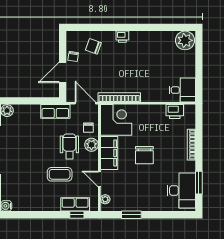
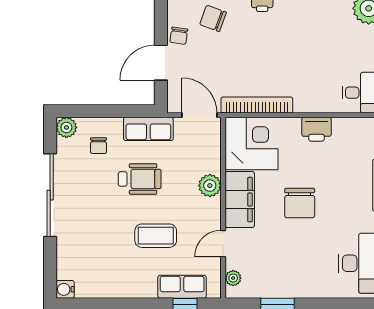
printer: (175, 112) -> (316, 129), moved
chair: (88, 128) -> (98, 146), moved
wheelchair: (69, 146) -> (140, 179), moved, turned 90
door: (99, 179) -> (223, 244), hinge flipped

